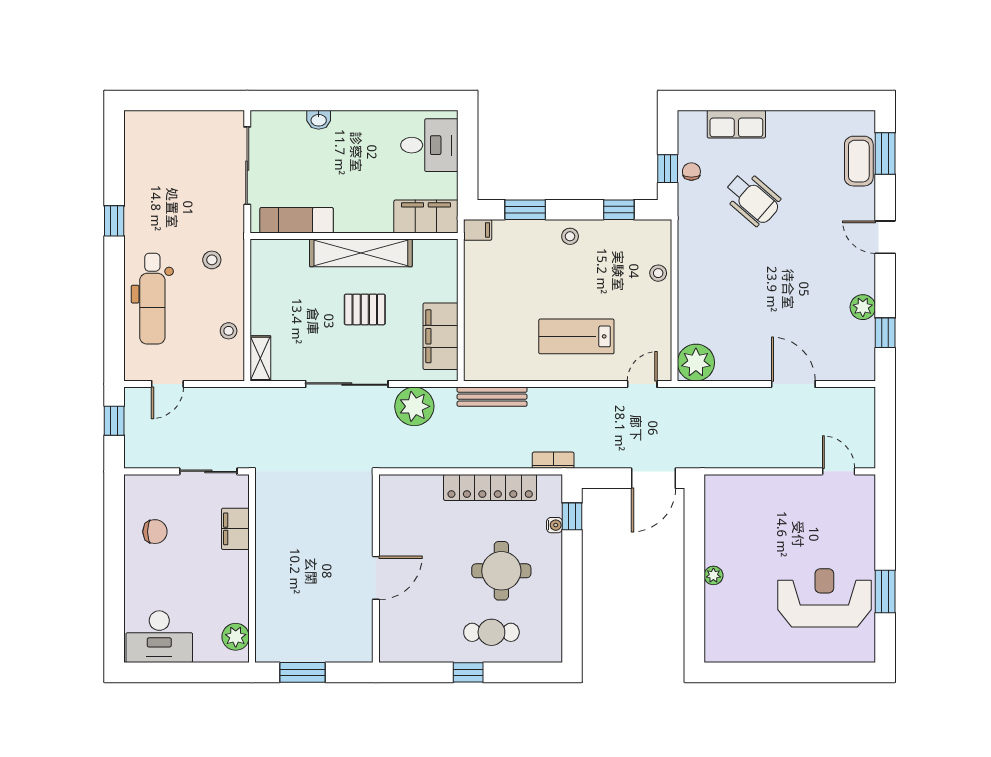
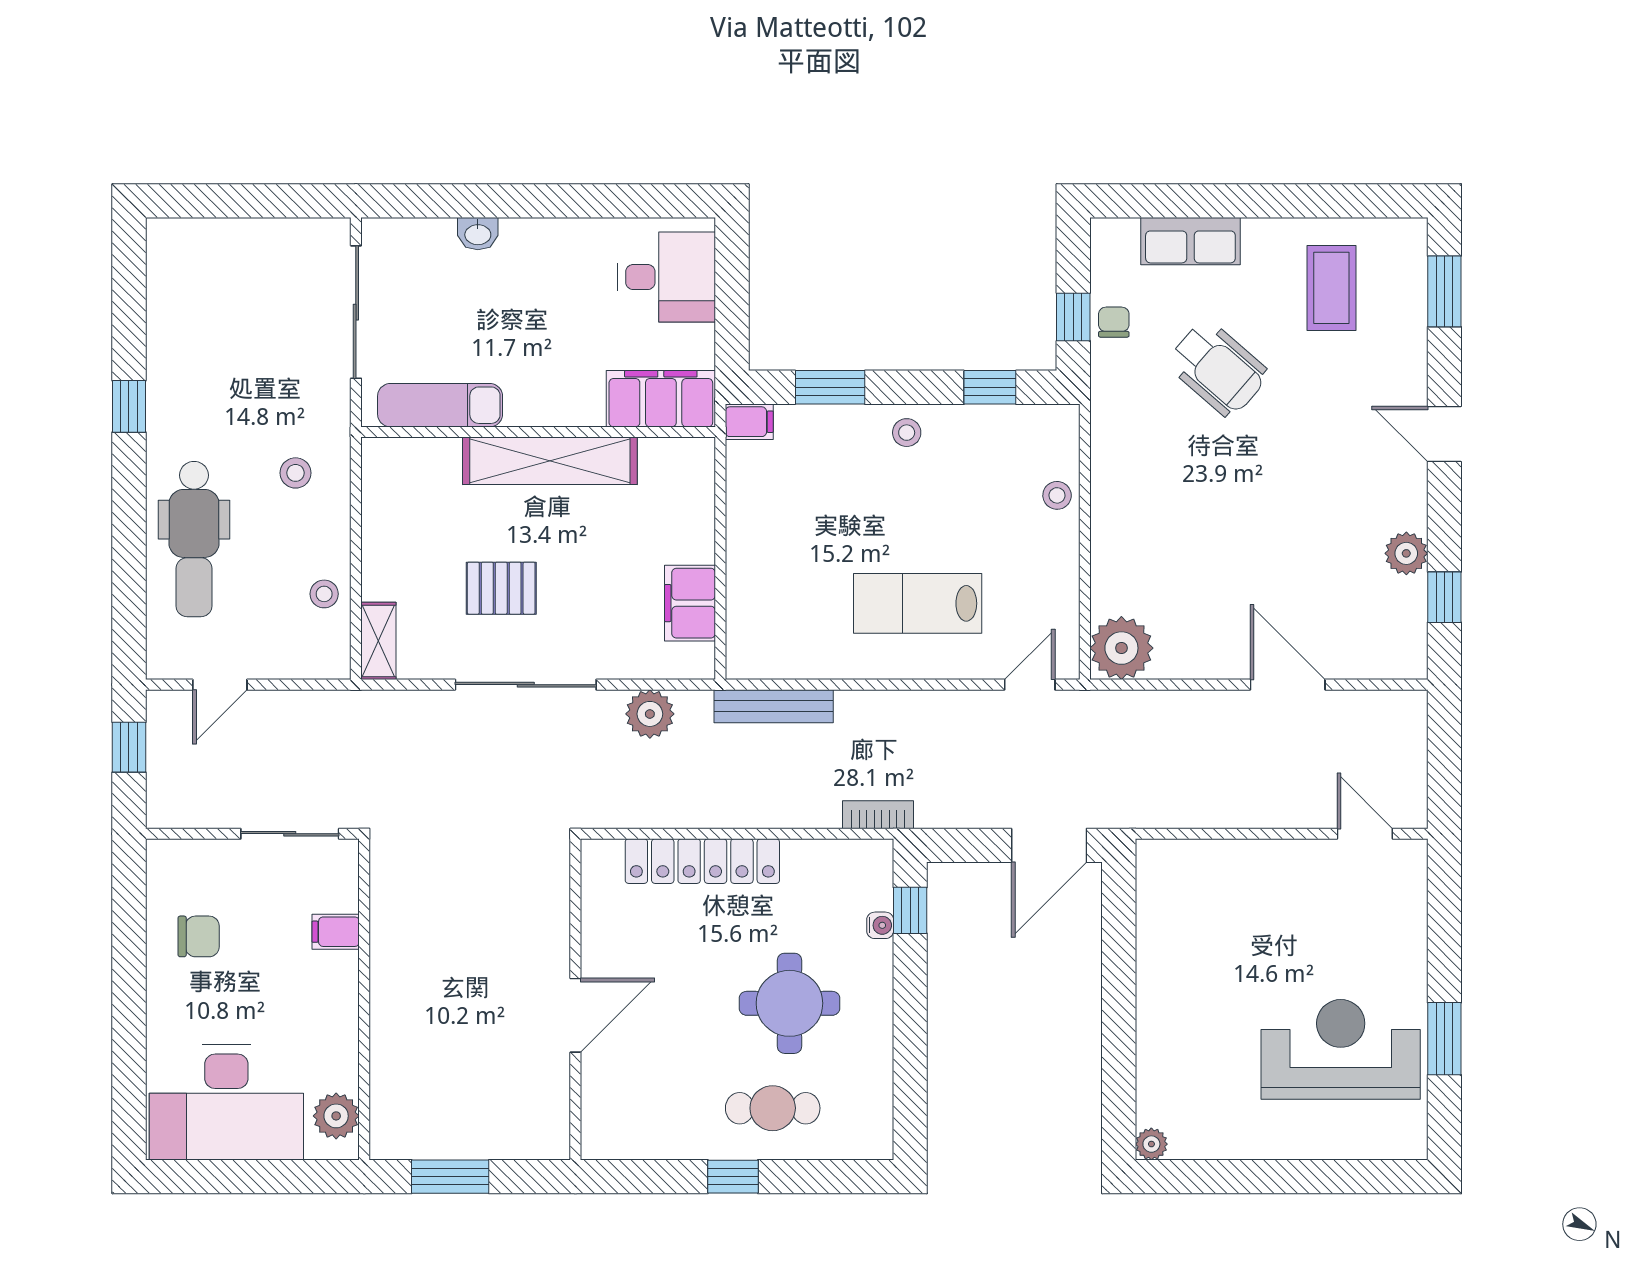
coffee table: (859, 161) -> (1331, 288), moved
pallet: (365, 309) -> (501, 588), moved
filing cabinet: (441, 336) -> (690, 603), width x0.67, depth x0.86
plant: (414, 406) -> (650, 714), width x0.73, depth x0.73
locker: (490, 487) -> (702, 861), moved
filing cabinet: (235, 529) -> (336, 932), width x0.50
plant: (713, 575) -> (1151, 1144), moved
desk: (159, 637) -> (226, 1102), width x1.36, depth x1.30

